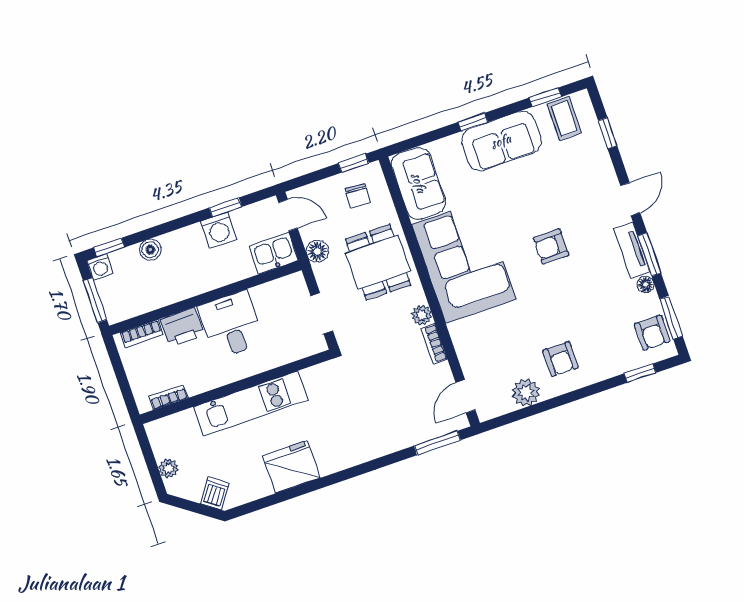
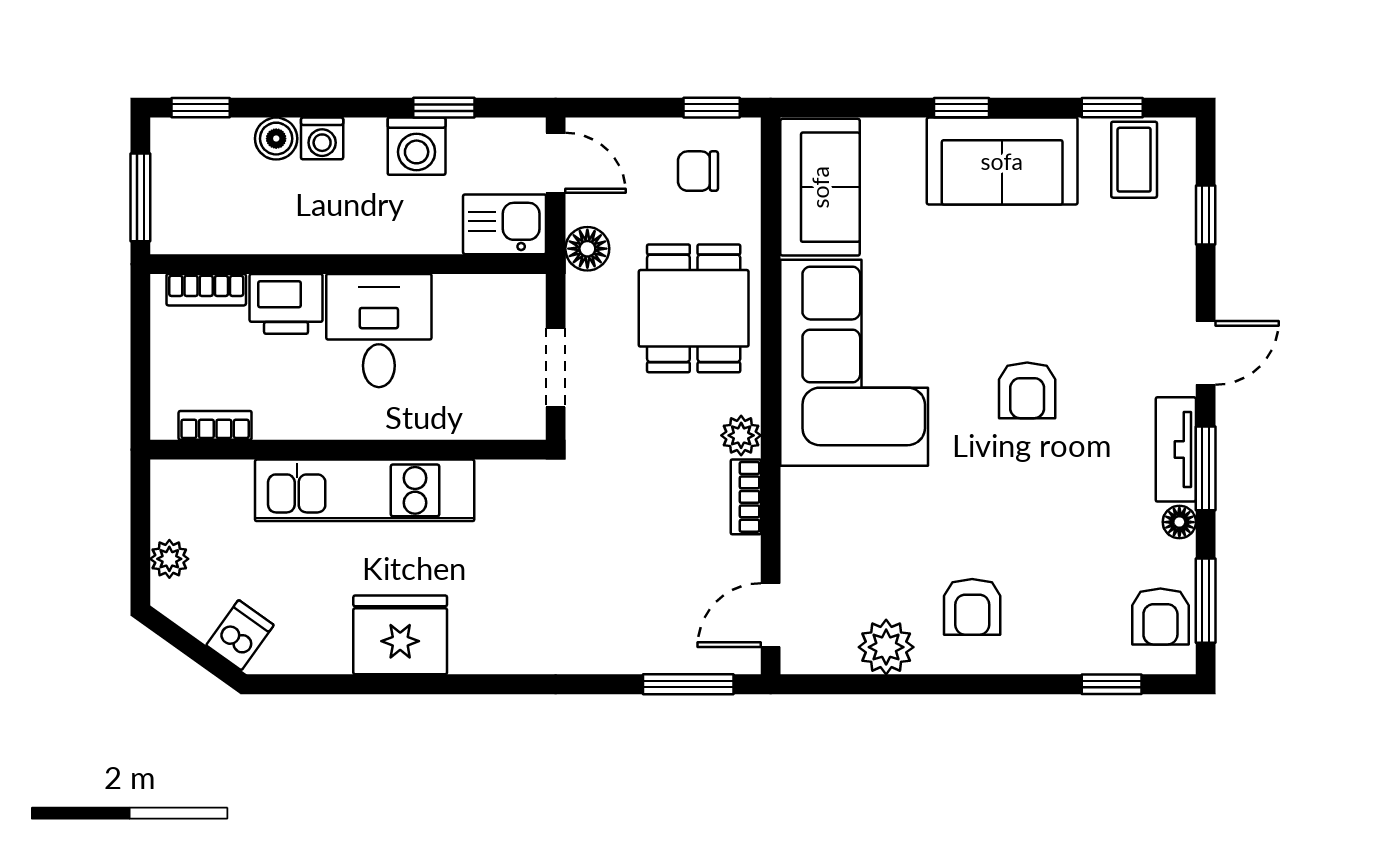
chair: (357, 196) -> (698, 171), turned 86
armchair: (551, 246) -> (1027, 390), turned -90
washing machine: (100, 267) -> (322, 138), moved

